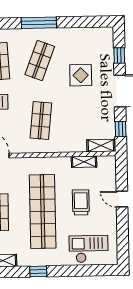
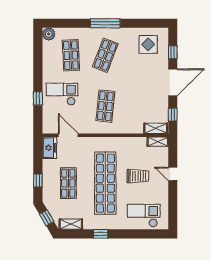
display table: (81, 75) -> (148, 44), moved
shelving: (84, 162) -> (158, 142), moved
trolley: (81, 202) -> (138, 176), turned 90

